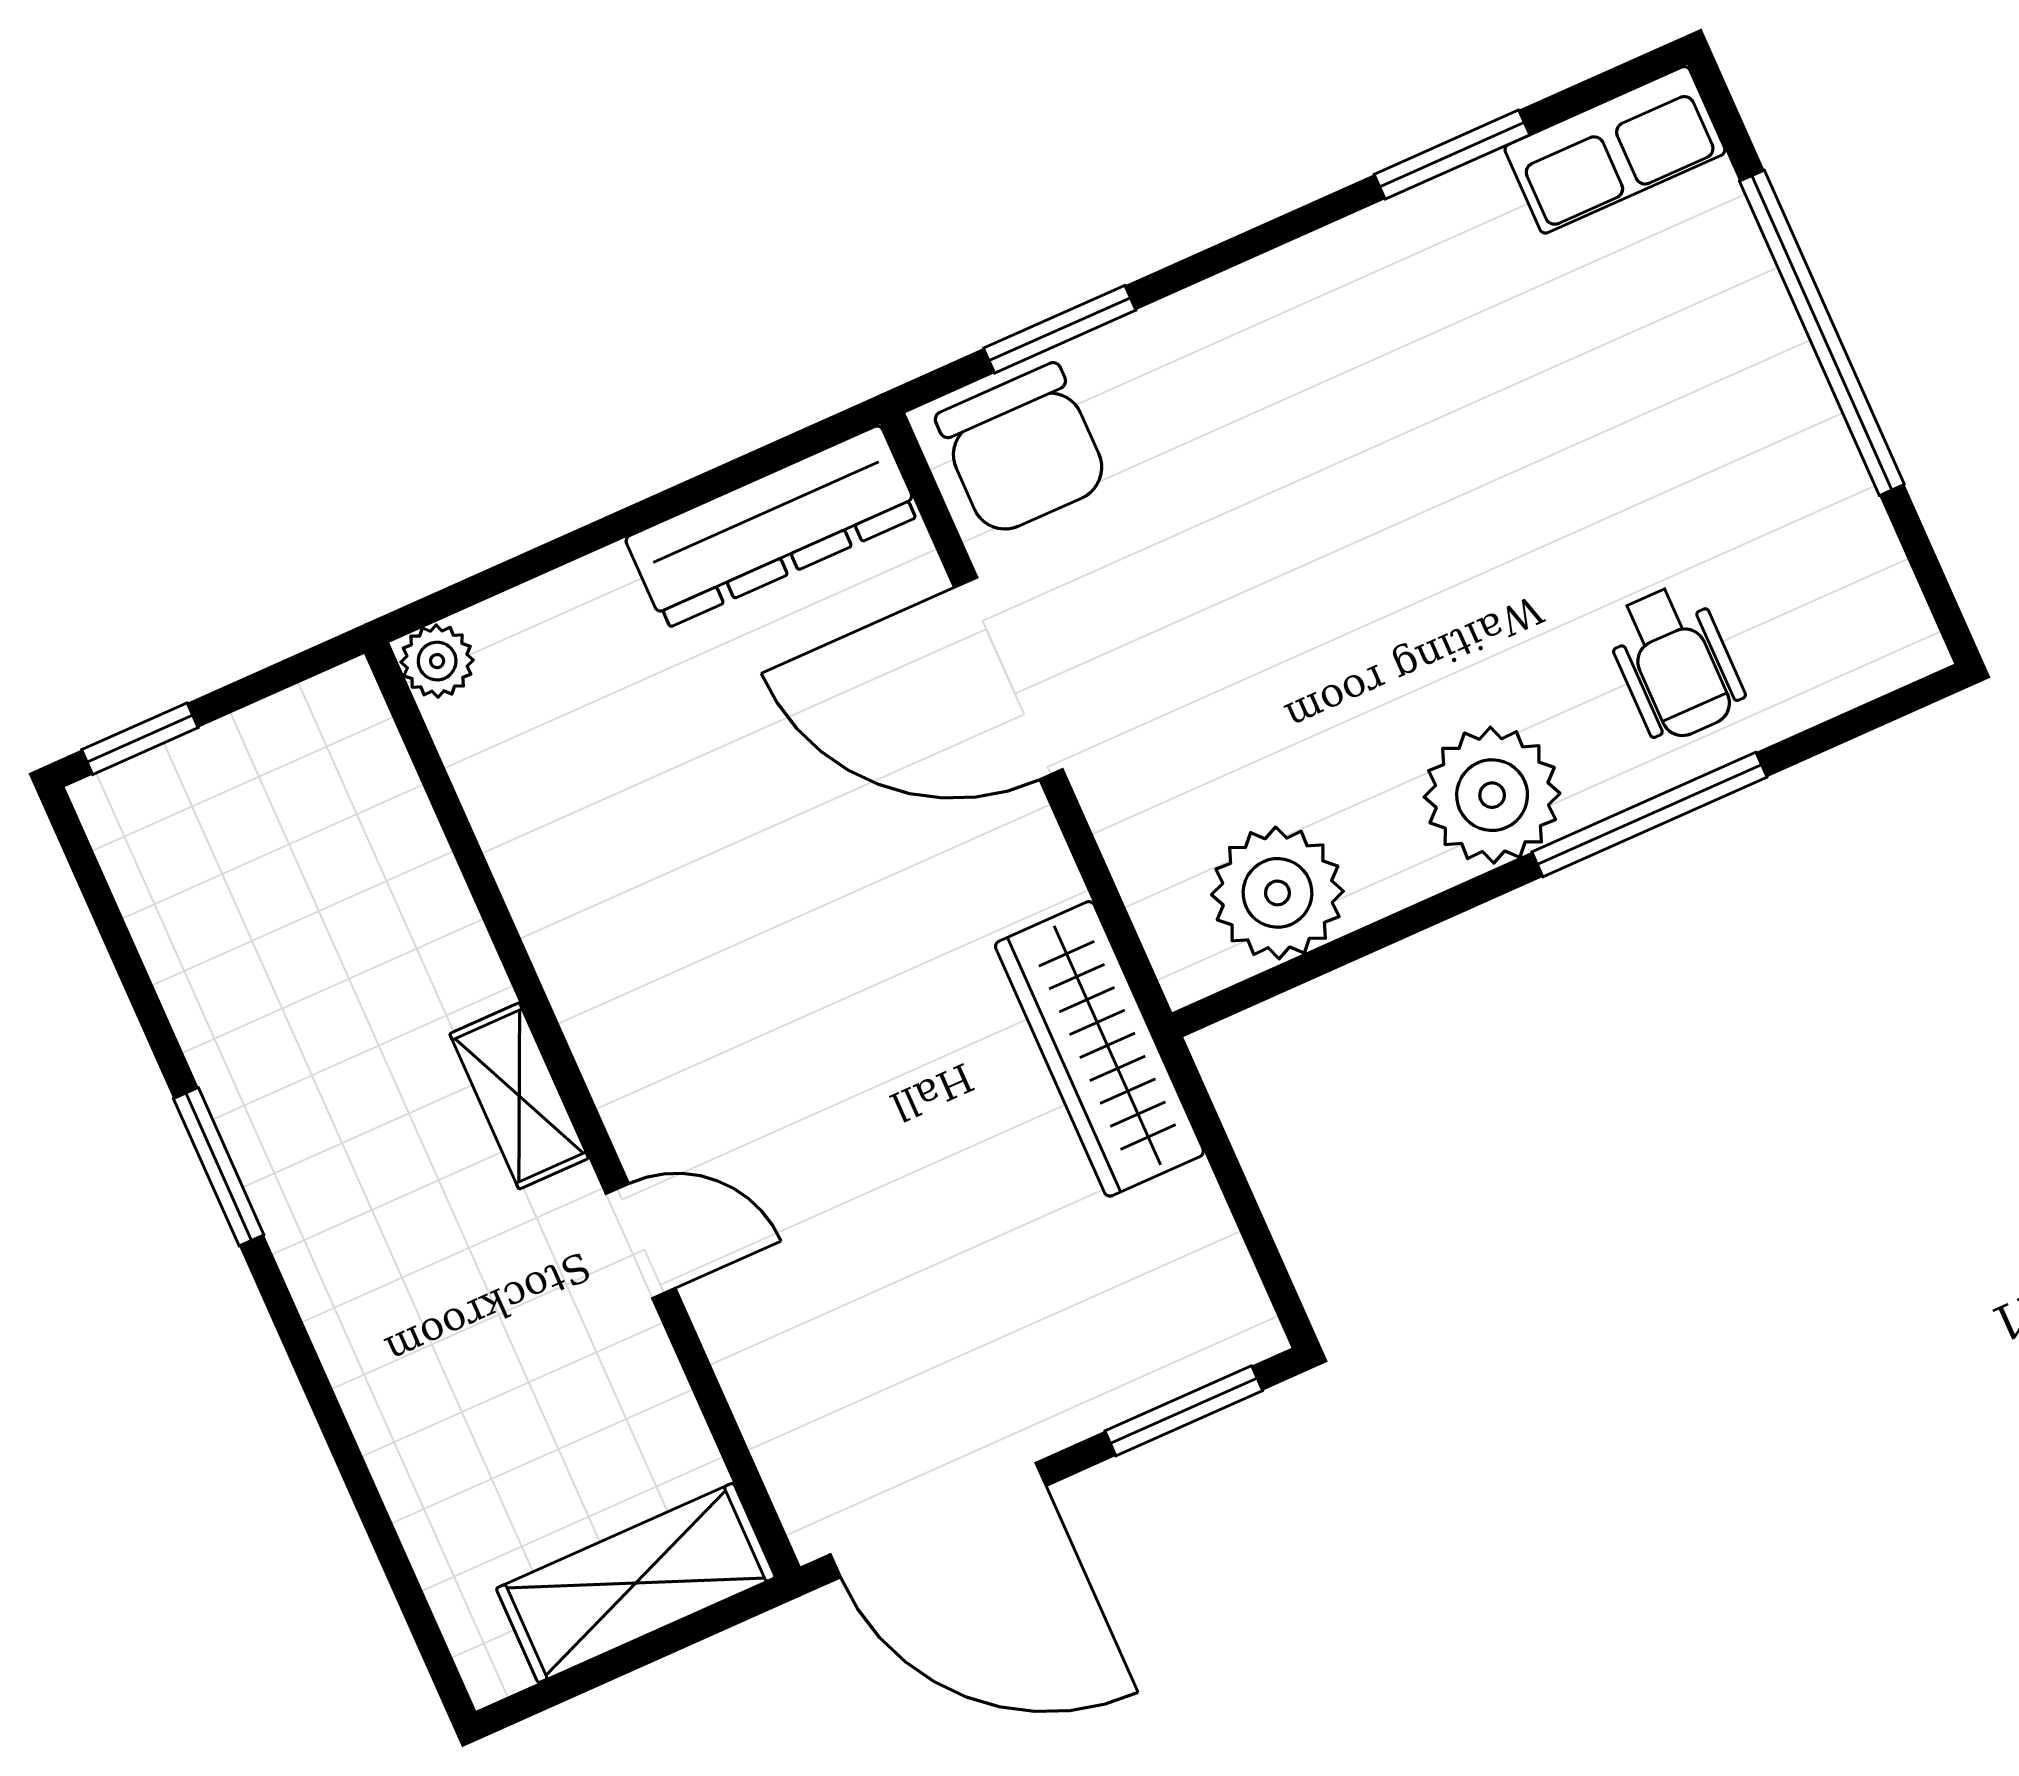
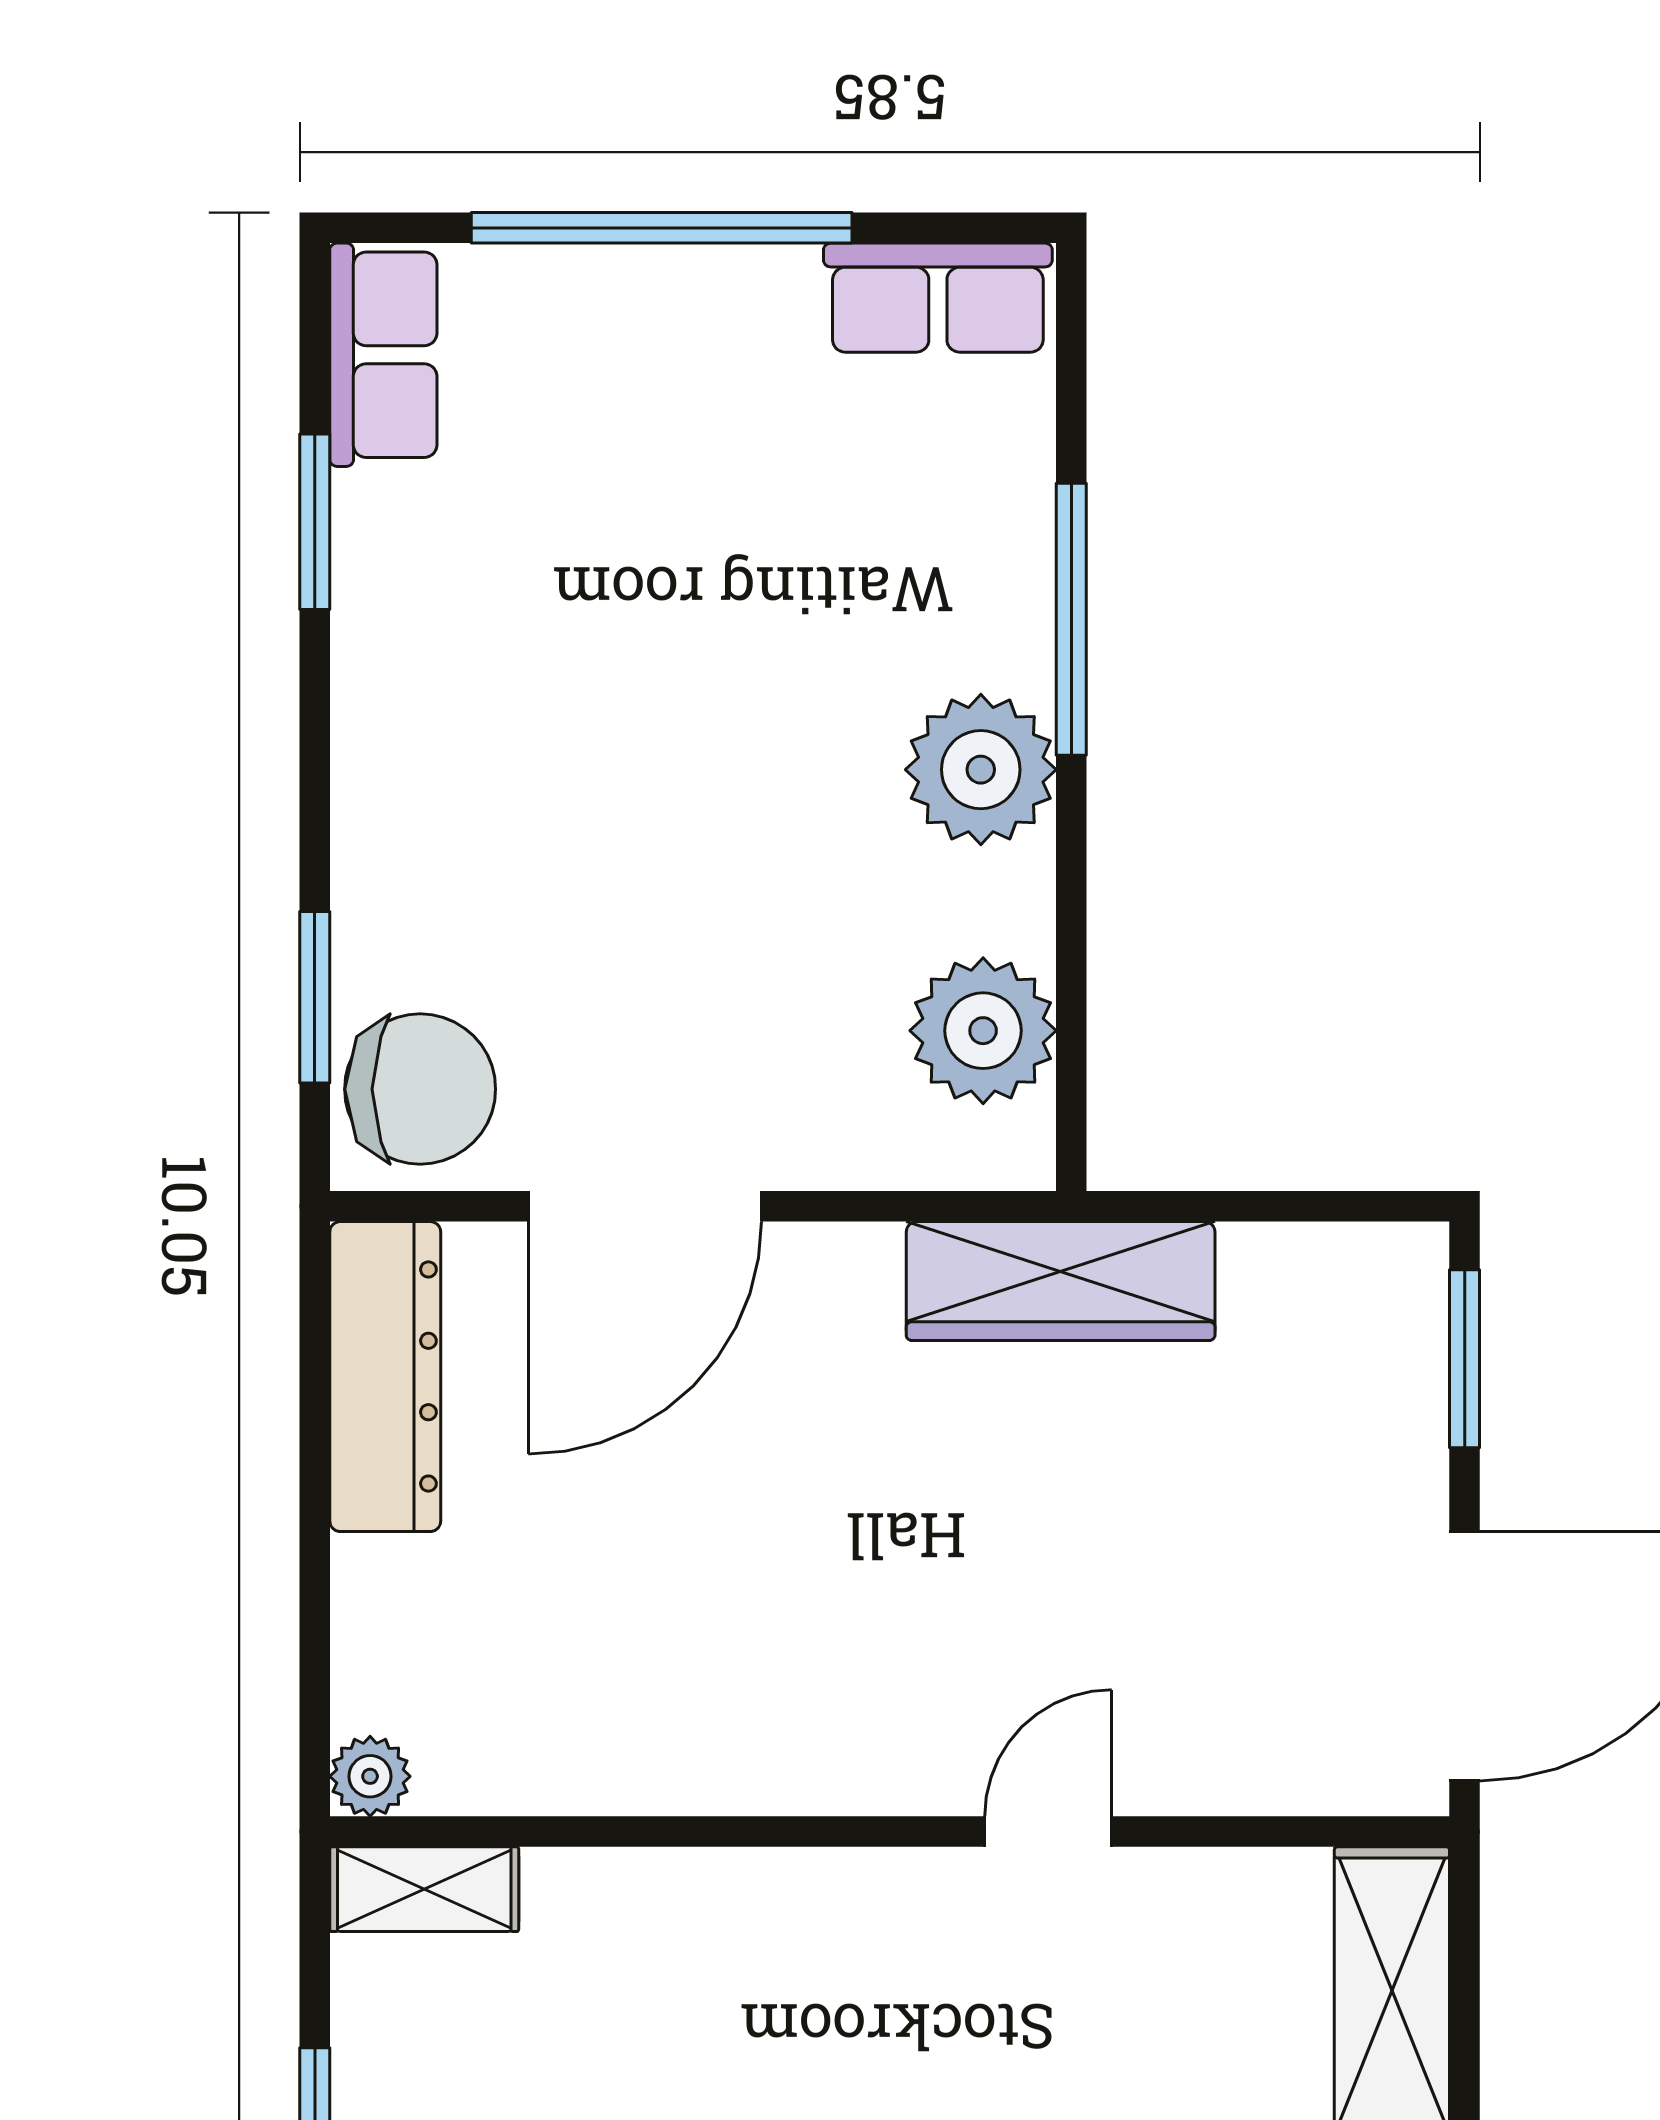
row of seats: (1866, 586) -> (938, 298), added
wheelchair: (1675, 663) -> (929, 525), removed
shelving: (519, 1096) -> (424, 1889), moved

